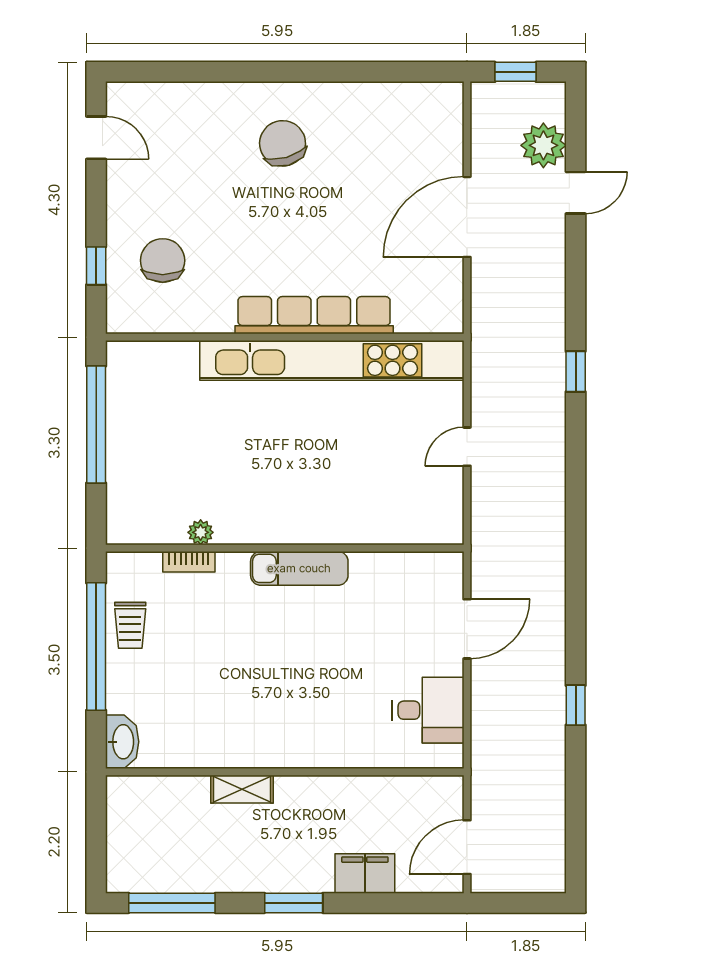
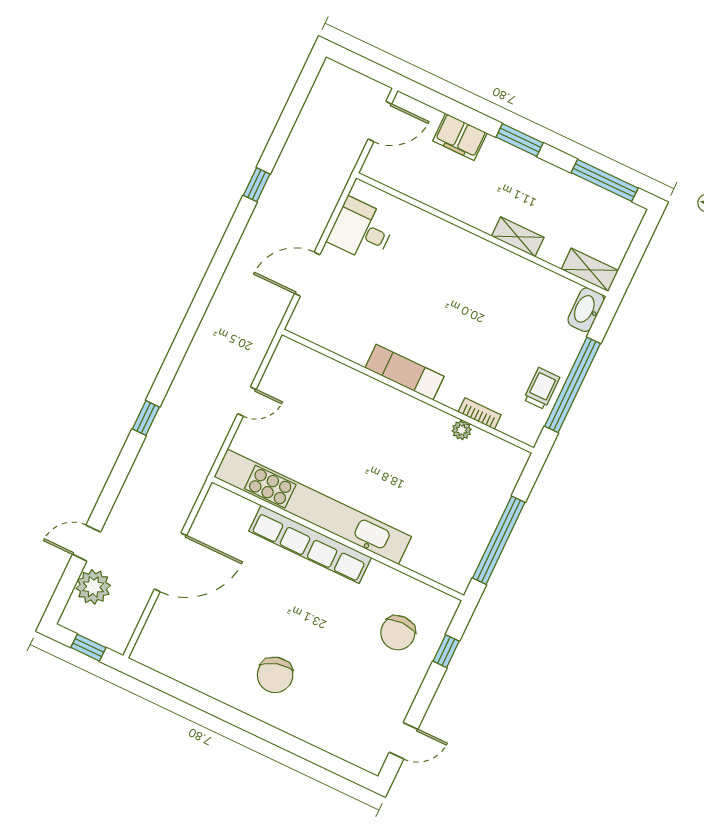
door: (96, 138) -> (404, 741), swing flipped
shelving: (140, 790) -> (590, 270), added

